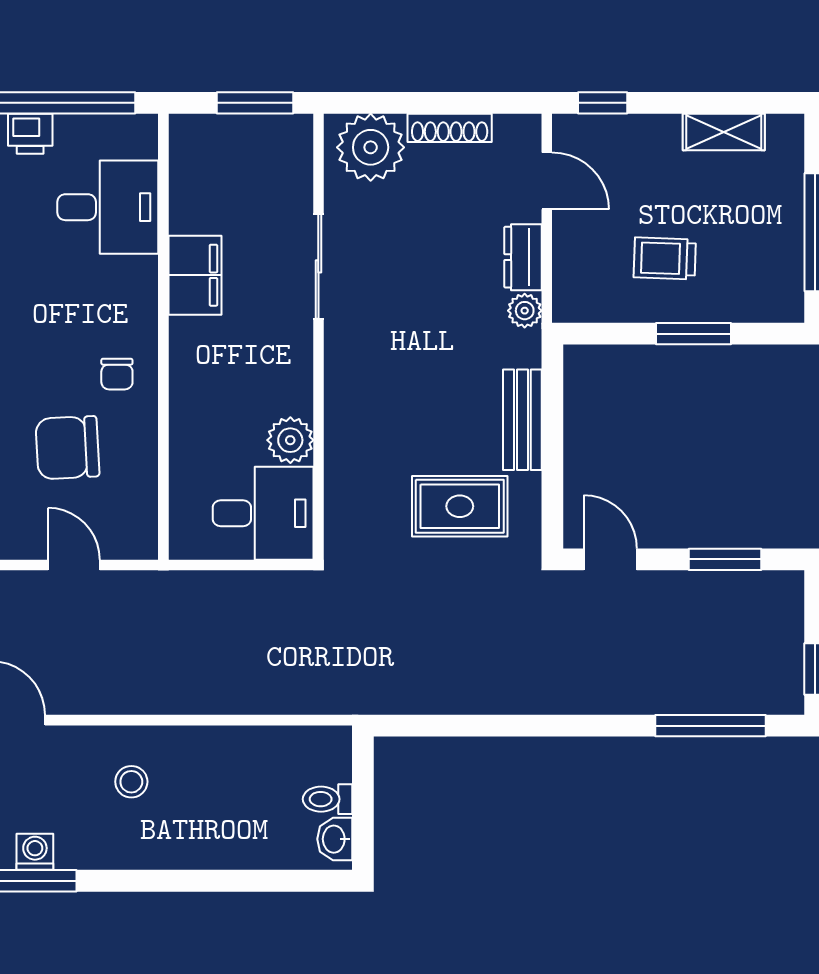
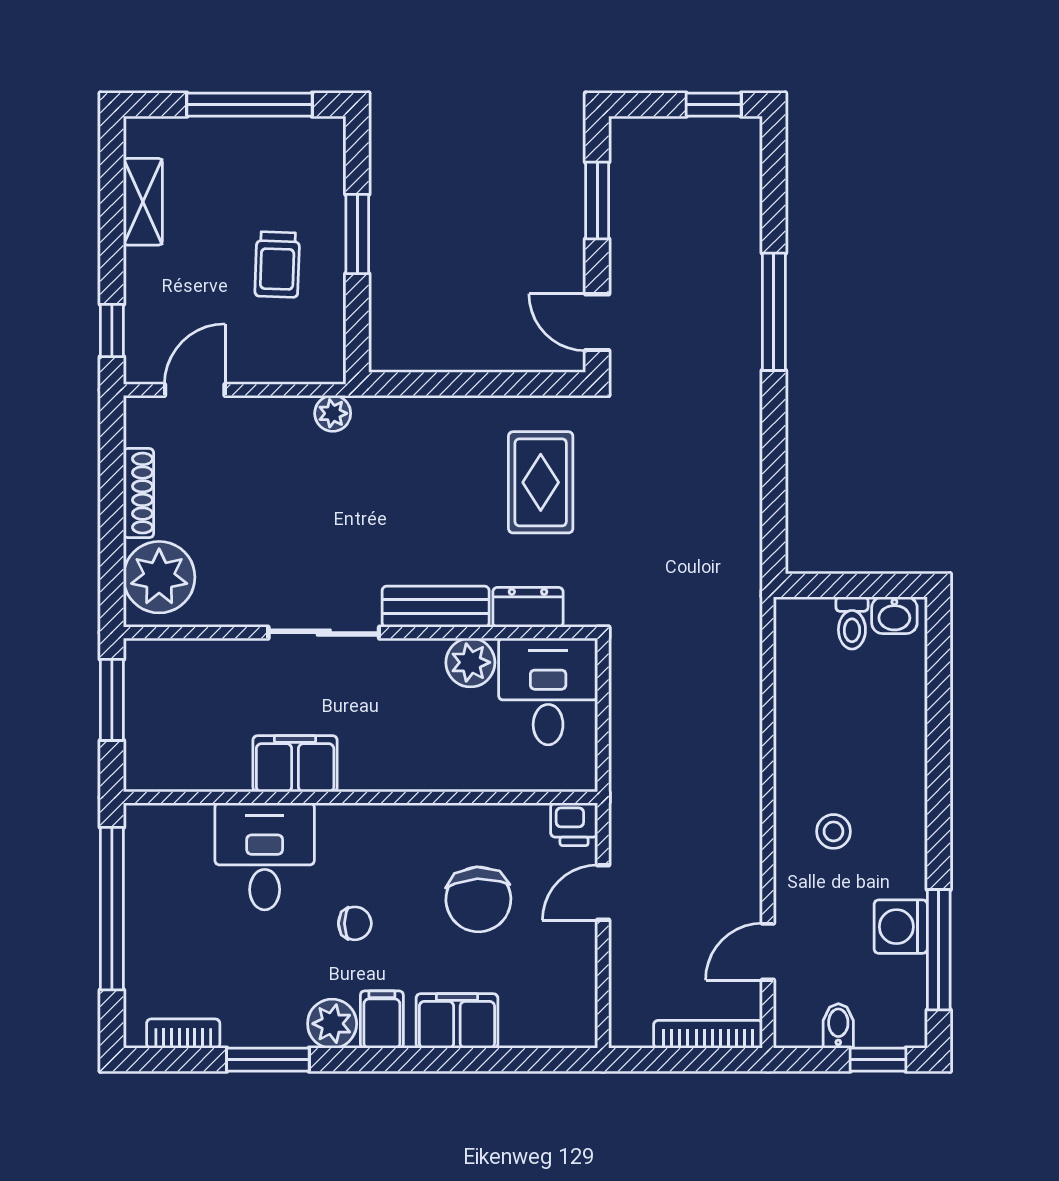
printer: (30, 134) -> (574, 824), moved, turned 90
desk: (108, 207) -> (265, 856), moved
dresser: (523, 257) -> (528, 607), moved, turned 180
sliding door: (318, 266) -> (324, 633), moved
chair: (117, 374) -> (355, 923), moved
bench: (522, 420) -> (436, 607), moved
door: (610, 559) -> (597, 322), hinge flipped
window: (710, 726) -> (774, 312), moved
washing machine: (35, 852) -> (901, 927), width x1.38, depth x1.38

